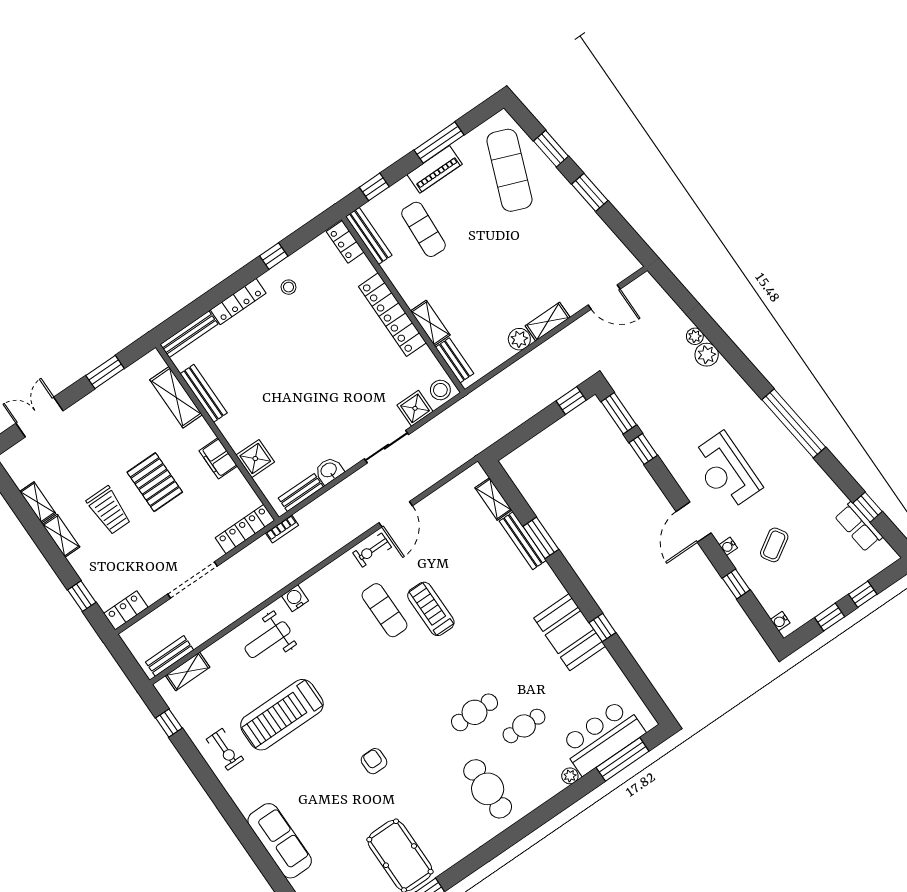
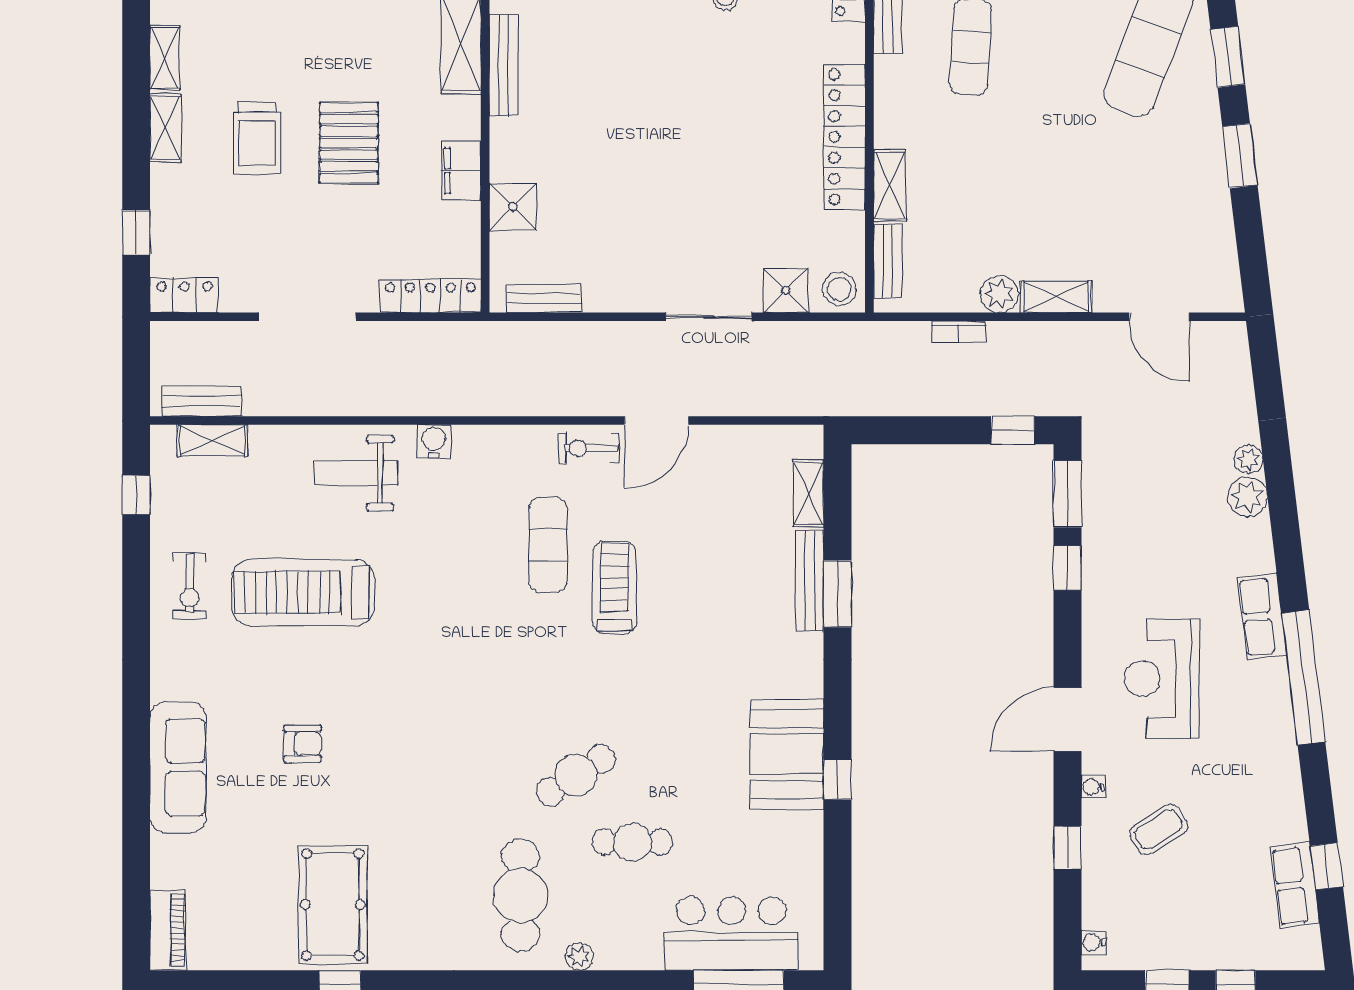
row of seats: (753, 408) -> (1262, 616), added
washbasin: (329, 470) -> (605, 295), removed
bookcase: (282, 529) -> (958, 332), moved
cafe table: (475, 712) -> (576, 775), turned -33
armchair: (374, 761) -> (303, 743), moved, turned 90
plant: (570, 776) -> (579, 957), moved

